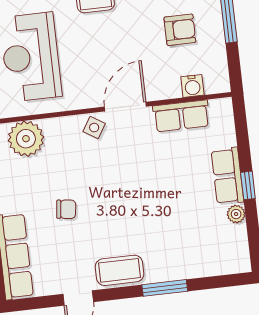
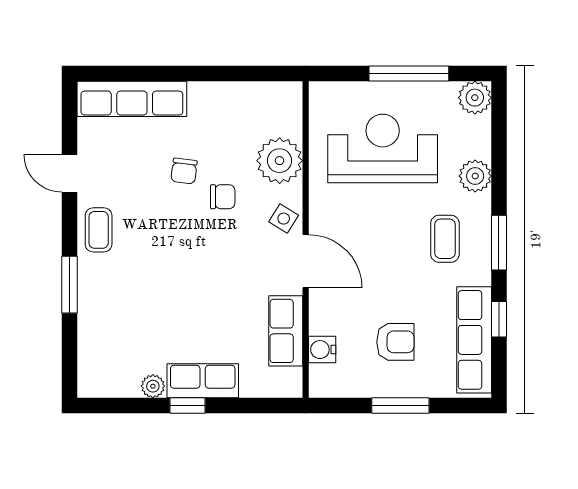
armchair: (180, 30) -> (395, 342), turned -90
plant: (26, 139) -> (280, 161), moved
chair: (83, 177) -> (223, 197), added
coffee table: (120, 270) -> (99, 230), width x0.73, depth x0.77

